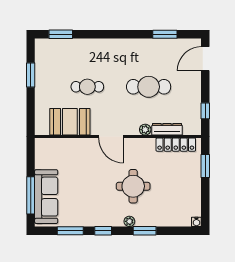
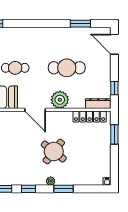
door: (205, 59) -> (114, 44), hinge flipped
dresser: (167, 129) -> (98, 104), moved
plant: (145, 130) -> (60, 100), width x1.88, depth x1.88
round table: (133, 186) -> (54, 151), turned 38

